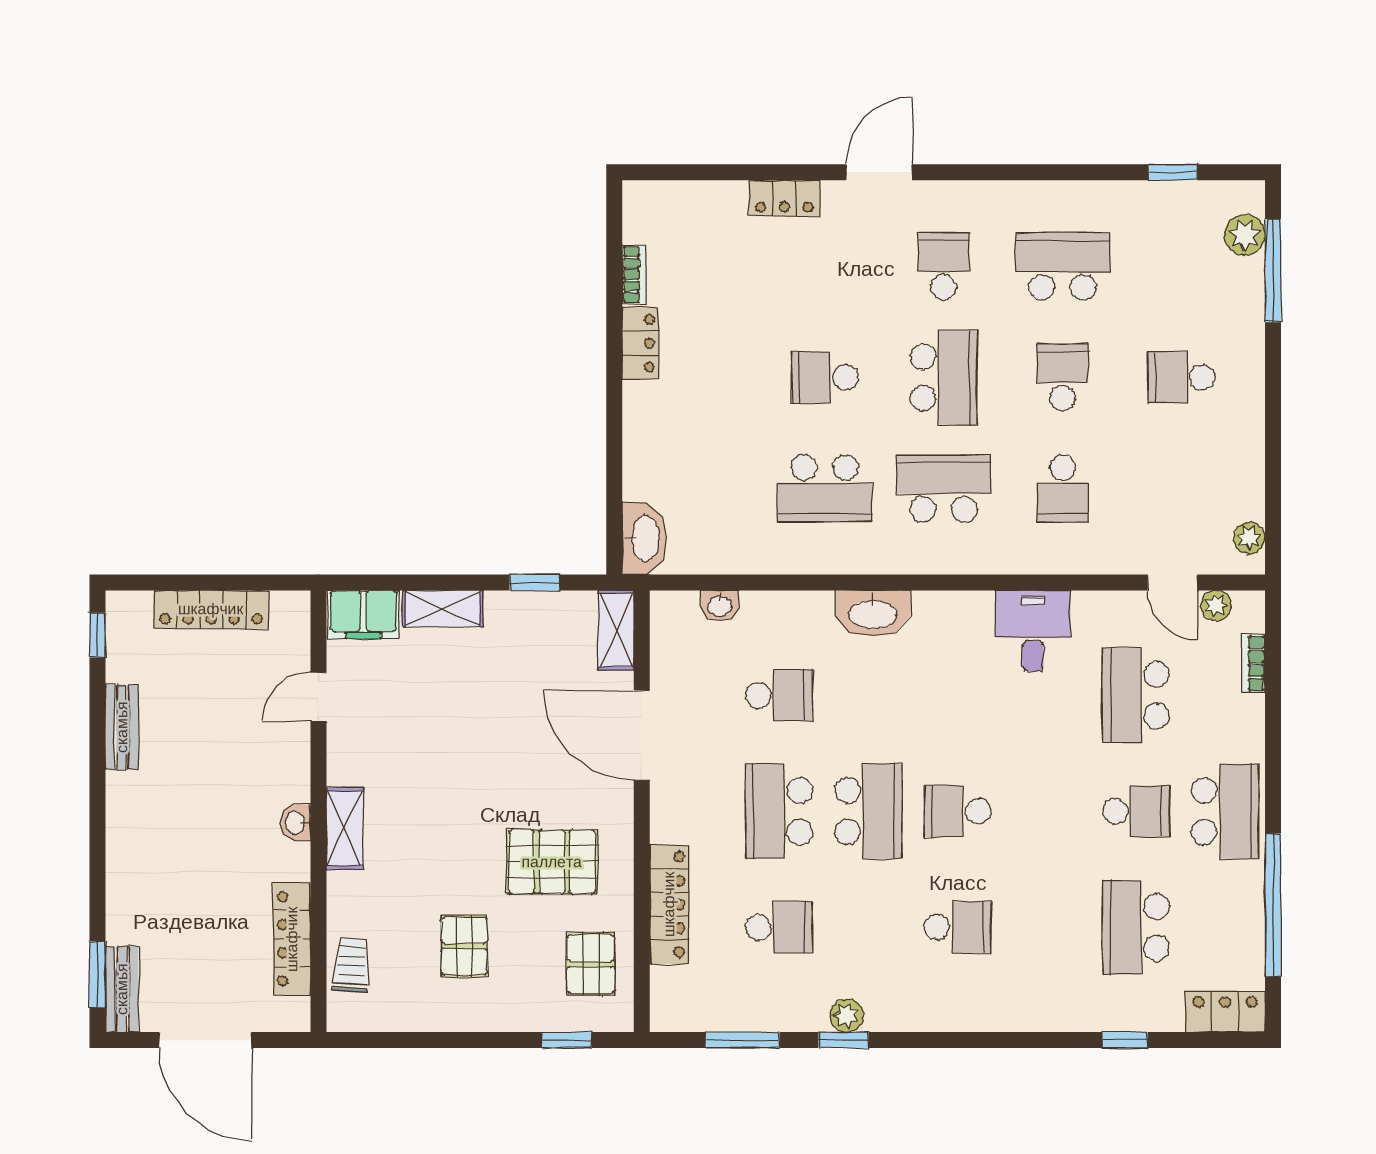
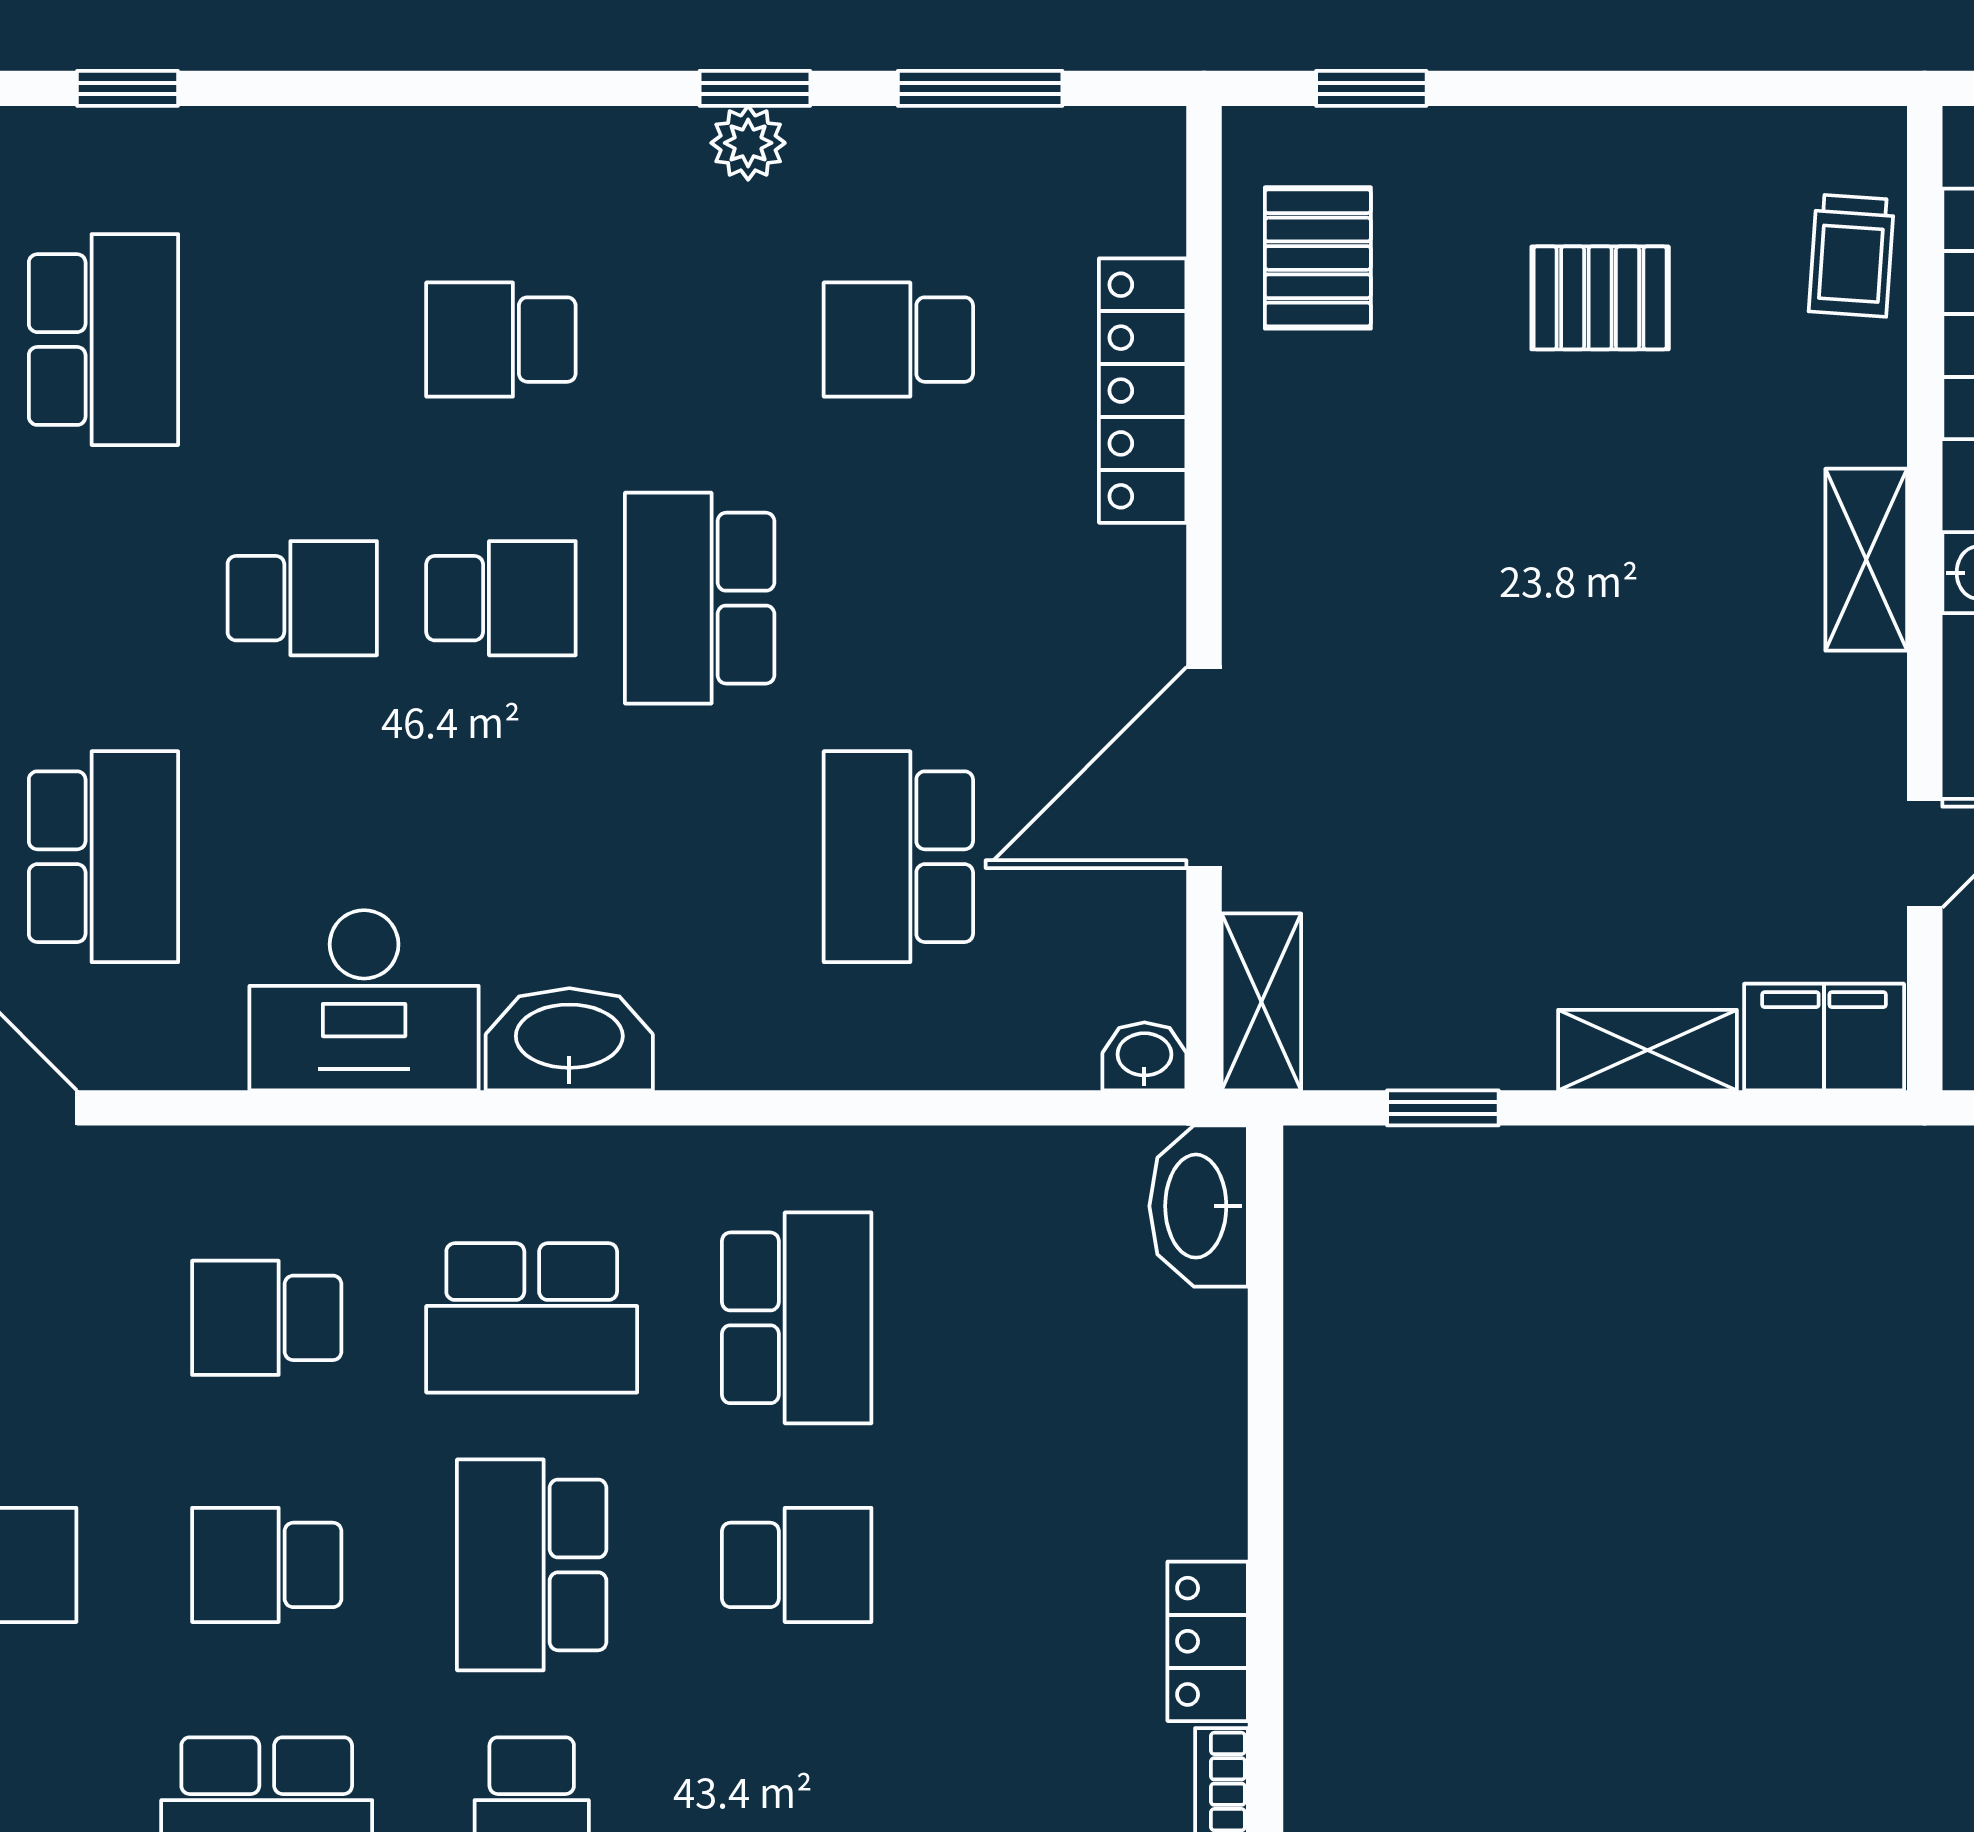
school desk: (1063, 377) -> (267, 1565), turned 90
school desk: (825, 488) -> (797, 1318), turned 90
school desk: (1063, 488) -> (267, 1318), turned -90
washbasin: (720, 606) -> (1144, 1056), moved
washbasin: (873, 613) -> (569, 1039), moved
desk: (1033, 631) -> (364, 1000), width x1.37
school desk: (779, 695) -> (898, 857), width x1.85
door: (642, 735) -> (1204, 768), swing flipped
school desk: (779, 811) -> (898, 598), removed
school desk: (1136, 811) -> (302, 598), moved, turned 180
pallet: (552, 862) -> (1404, 486), removed
pallet: (464, 946) -> (1600, 298), turned 90

